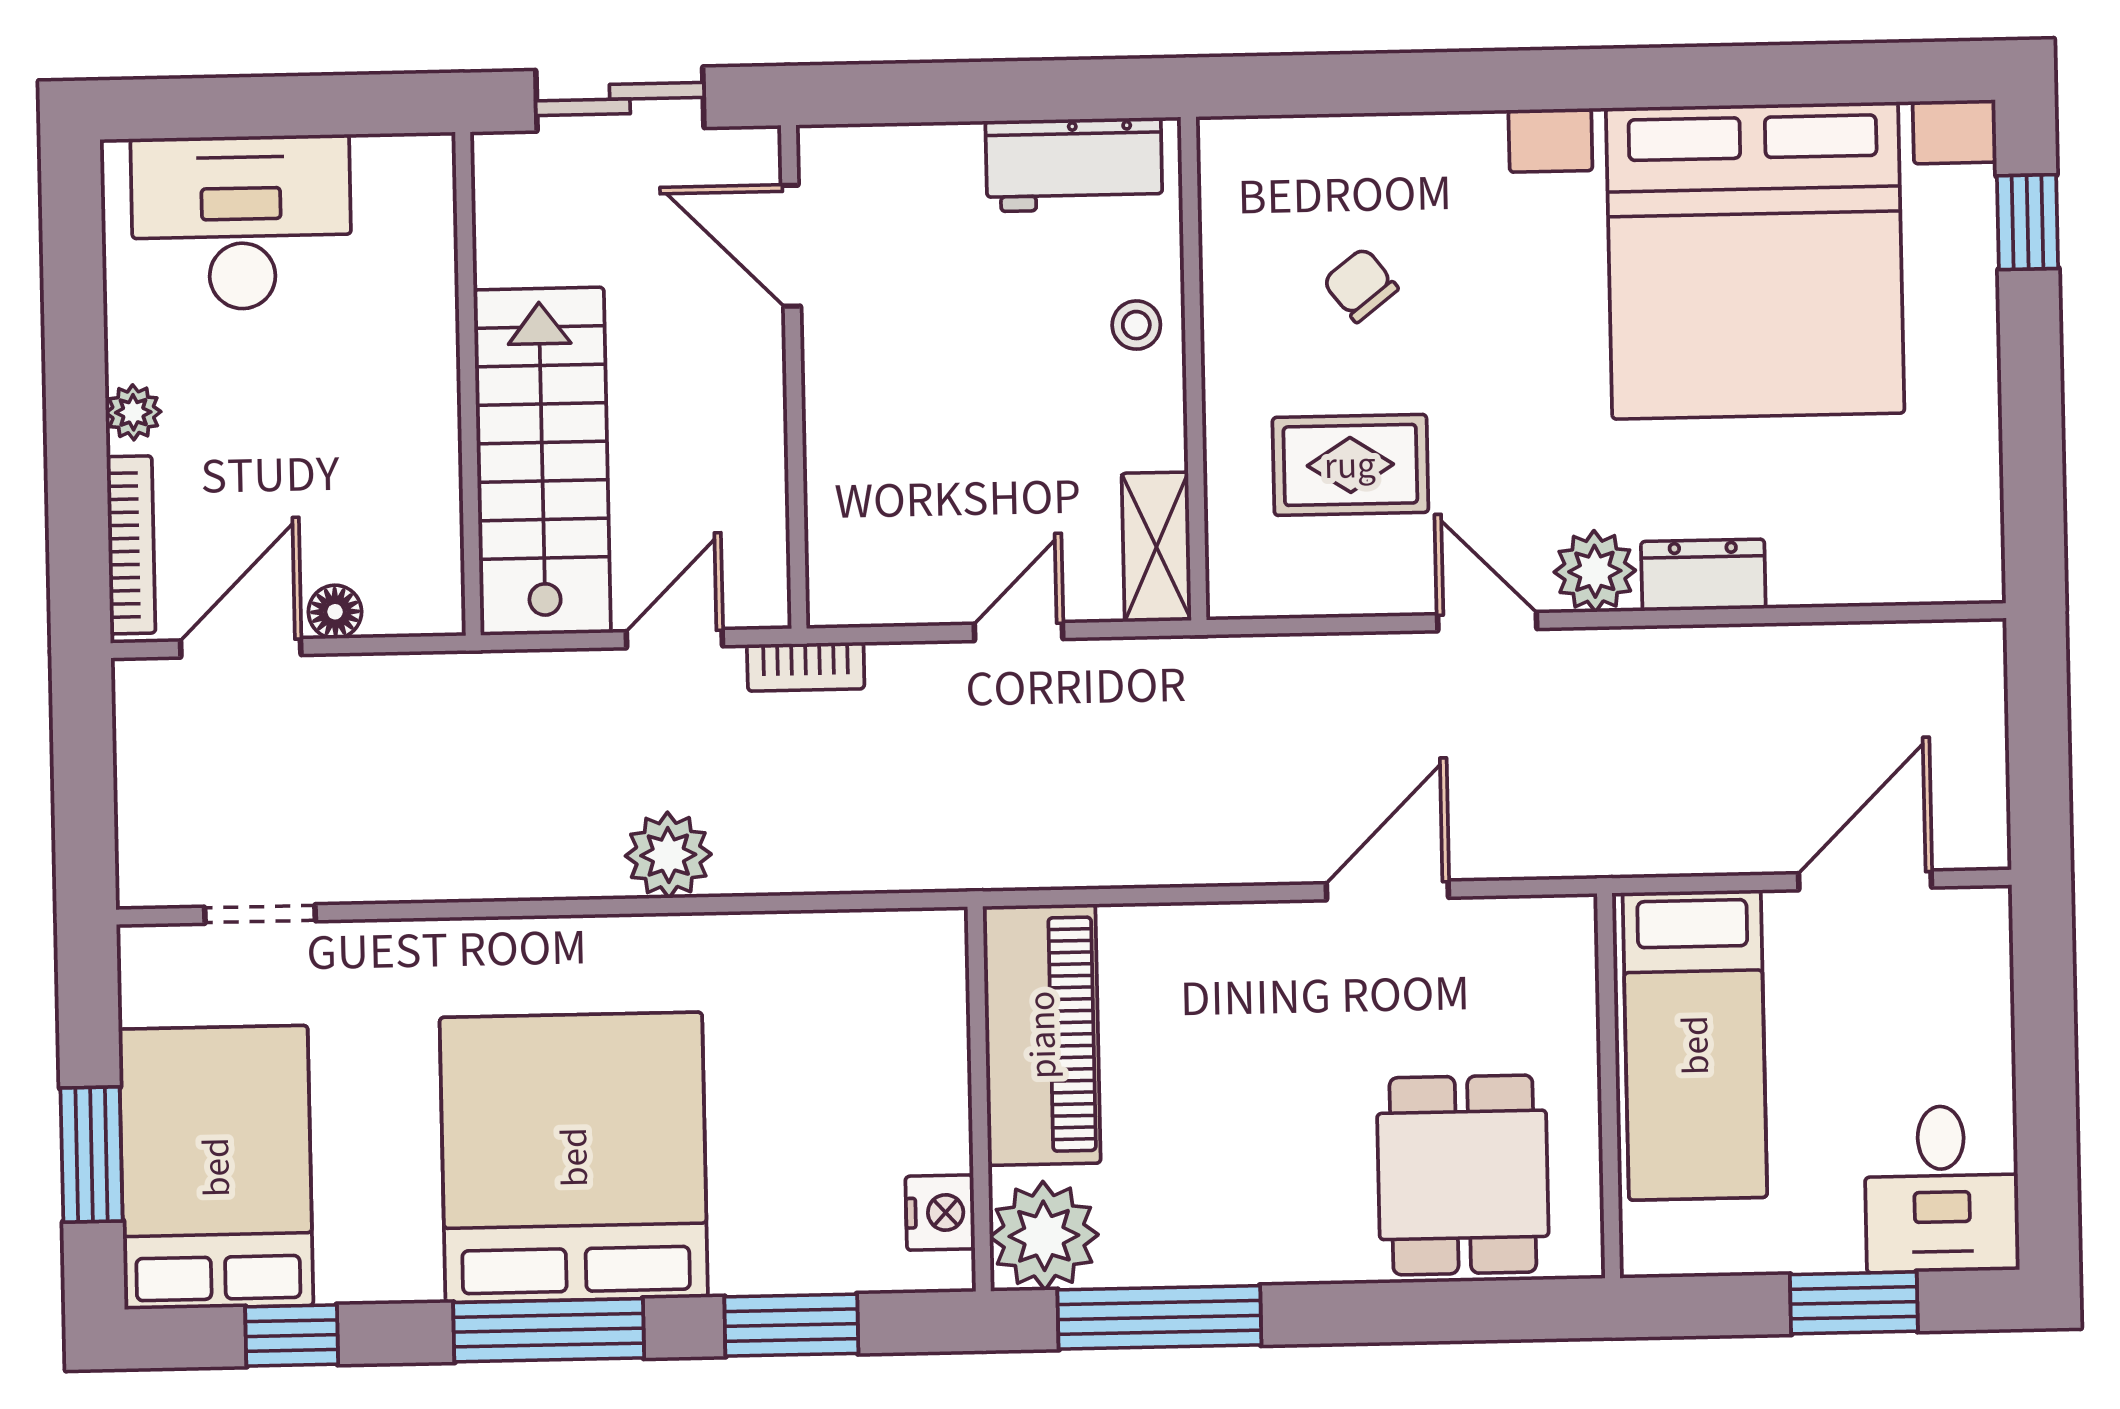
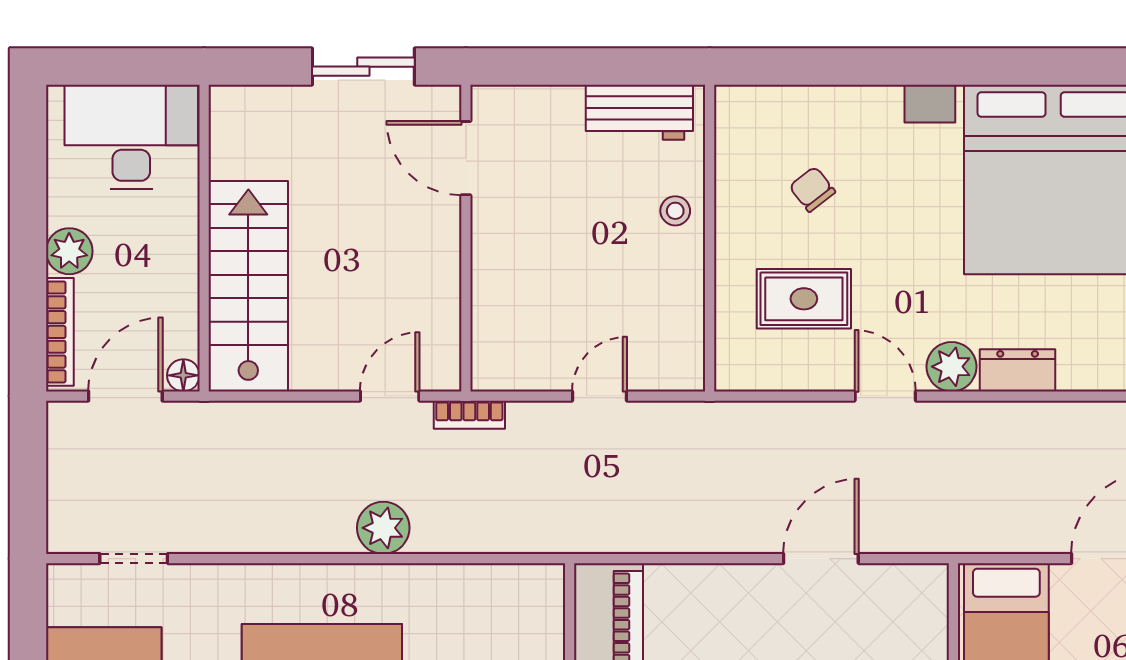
wall: (468, 384) -> (204, 238), moved
plant: (133, 412) -> (69, 251), width x1.38, depth x1.38
stairs: (542, 461) -> (248, 286), moved
shelving: (1156, 547) -> (685, 346), removed

